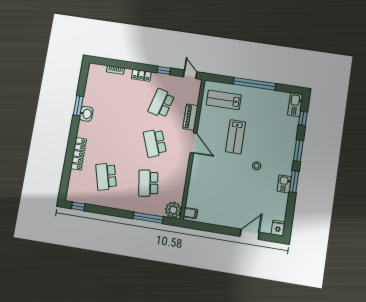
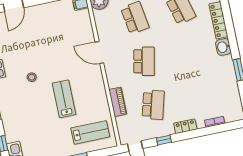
washbasin: (86, 114) -> (223, 47), moved
school desk: (155, 143) -> (144, 61), turned 33
door: (193, 143) -> (99, 53), moved

